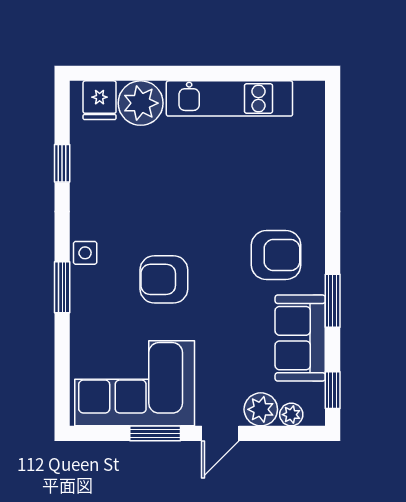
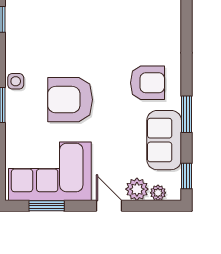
armchair: (164, 279) -> (70, 100), width x1.36, depth x1.36
window: (155, 433) -> (47, 206), moved
door: (220, 433) -> (109, 206), swing flipped

